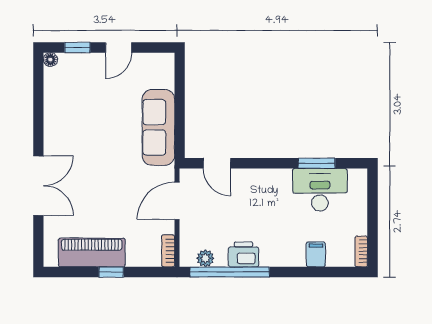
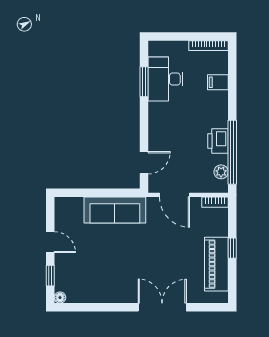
bookcase: (361, 251) -> (208, 46), width x1.56

